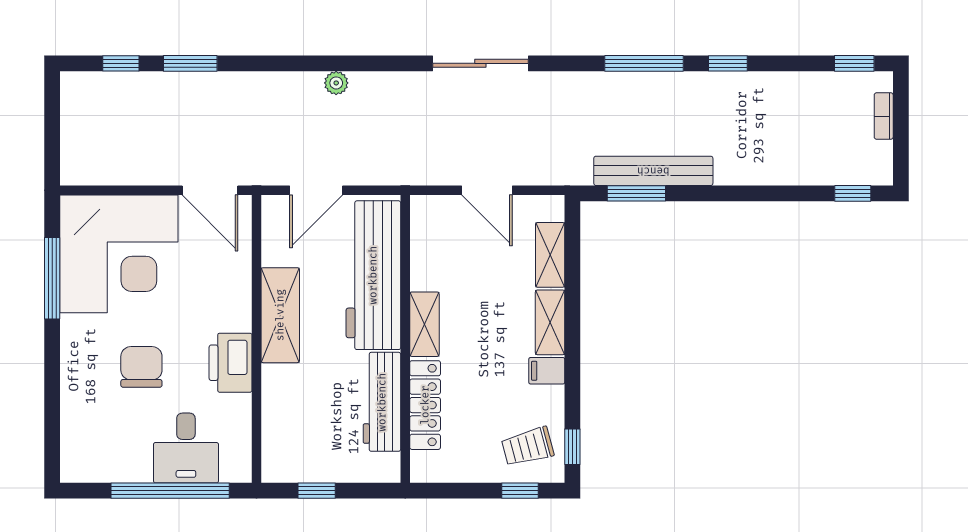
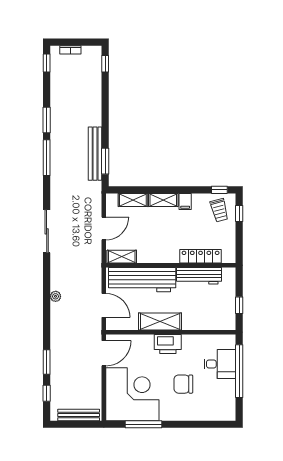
window: (728, 63) -> (47, 120), width x1.50
bench: (73, 134) -> (79, 415), added
shelving: (424, 324) -> (122, 257), moved
printer: (231, 363) -> (168, 344), moved

